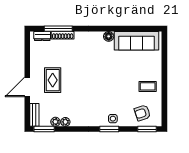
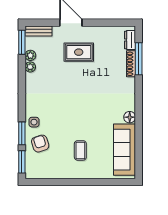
coffee table: (148, 86) -> (80, 150), moved
armchair: (142, 113) -> (40, 144), moved
window: (109, 129) -> (22, 133), moved

